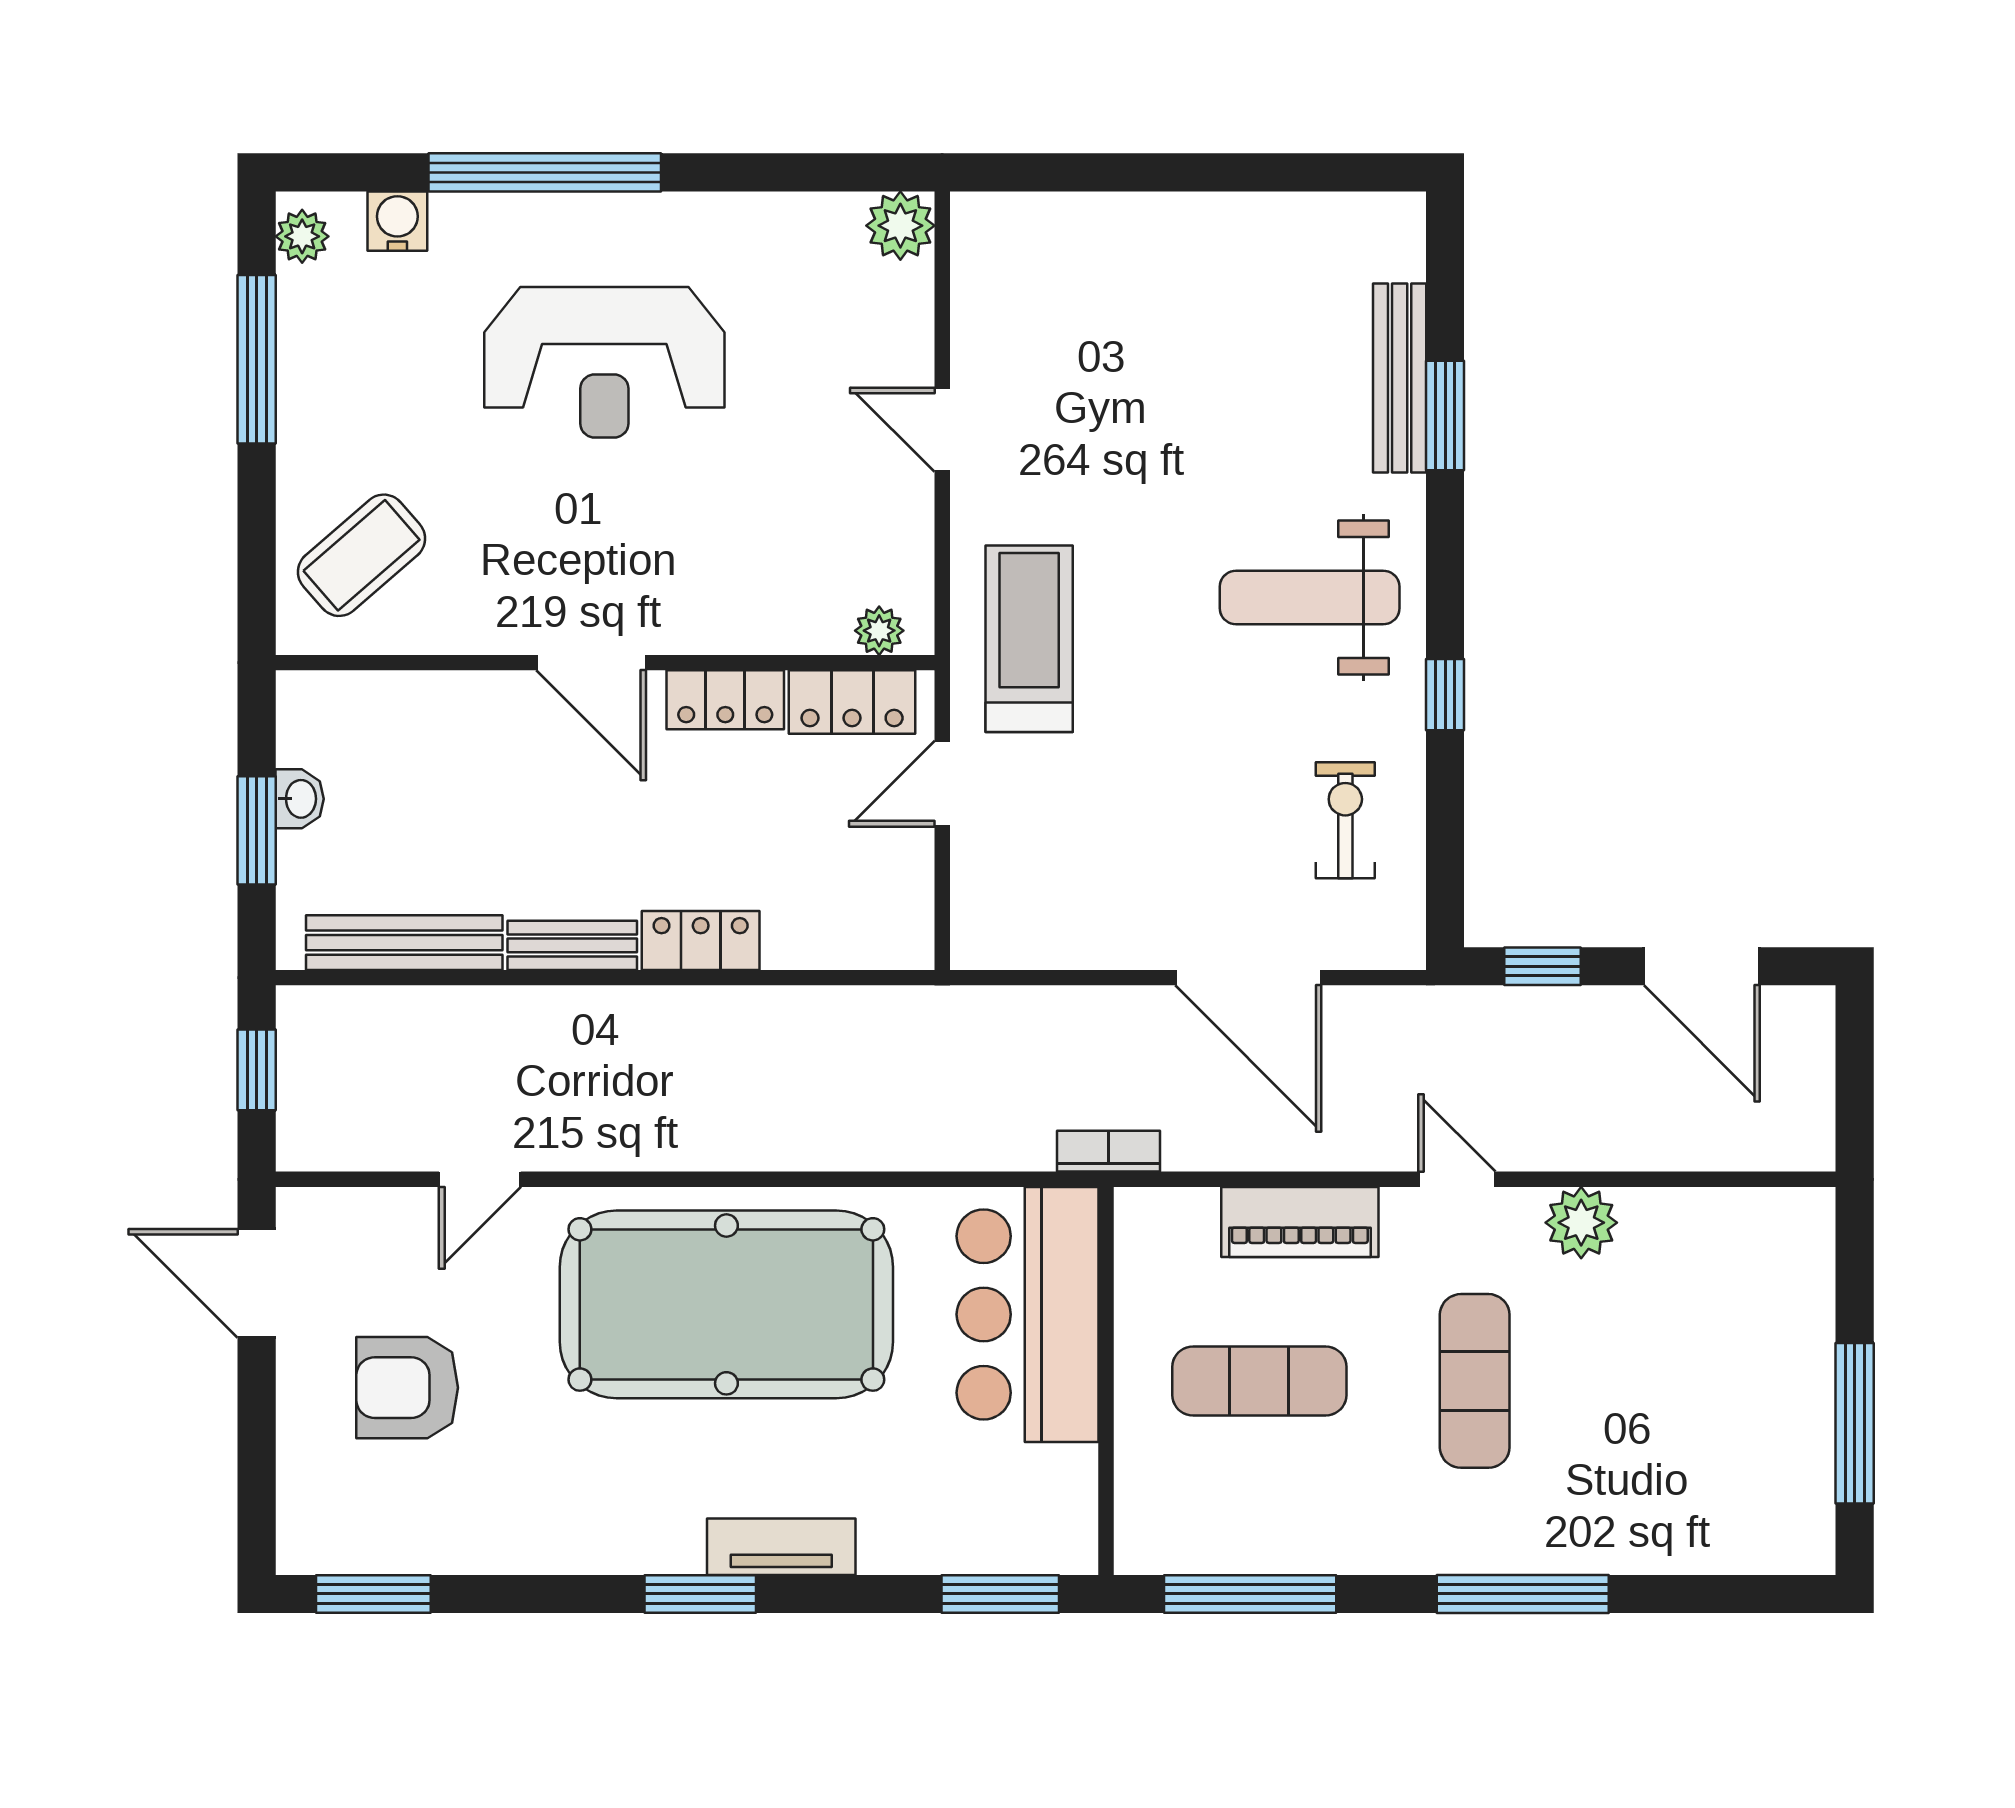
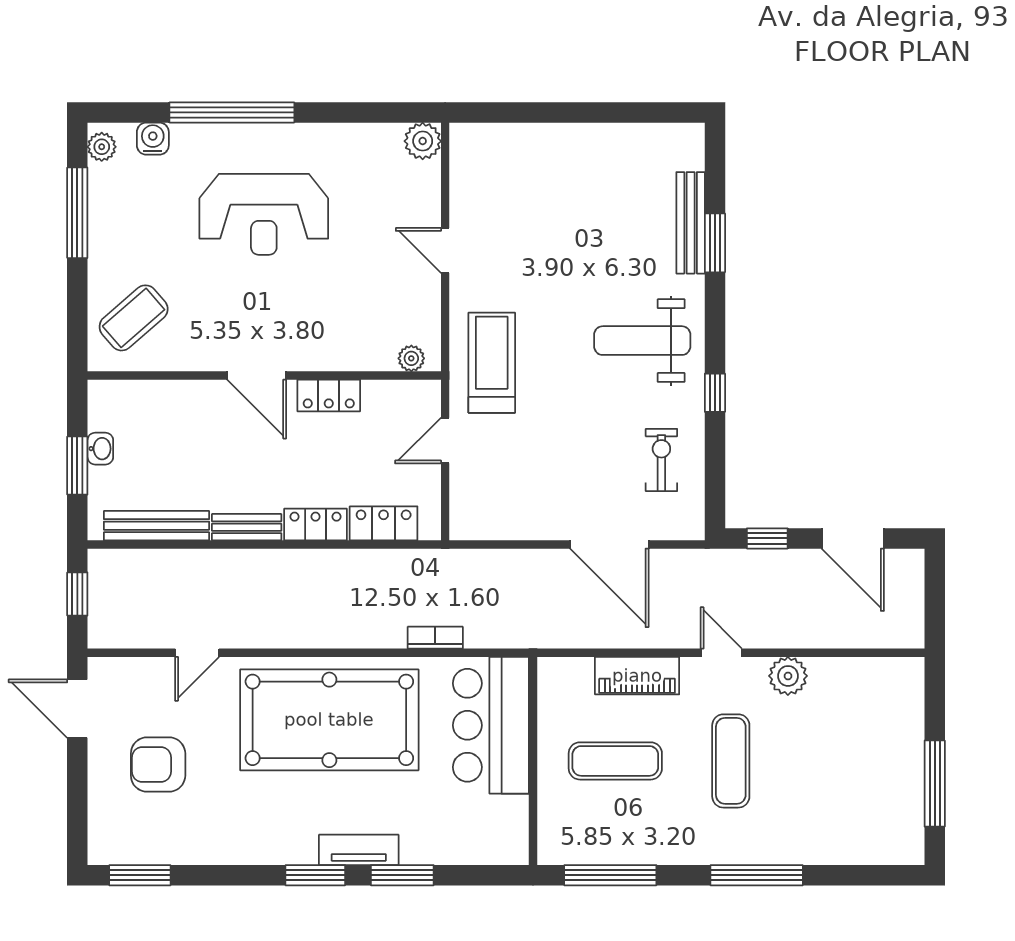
locker: (852, 702) -> (384, 523), moved, turned 180
bookcase: (1109, 1151) -> (435, 638), moved
window: (1000, 1594) -> (402, 875), moved

